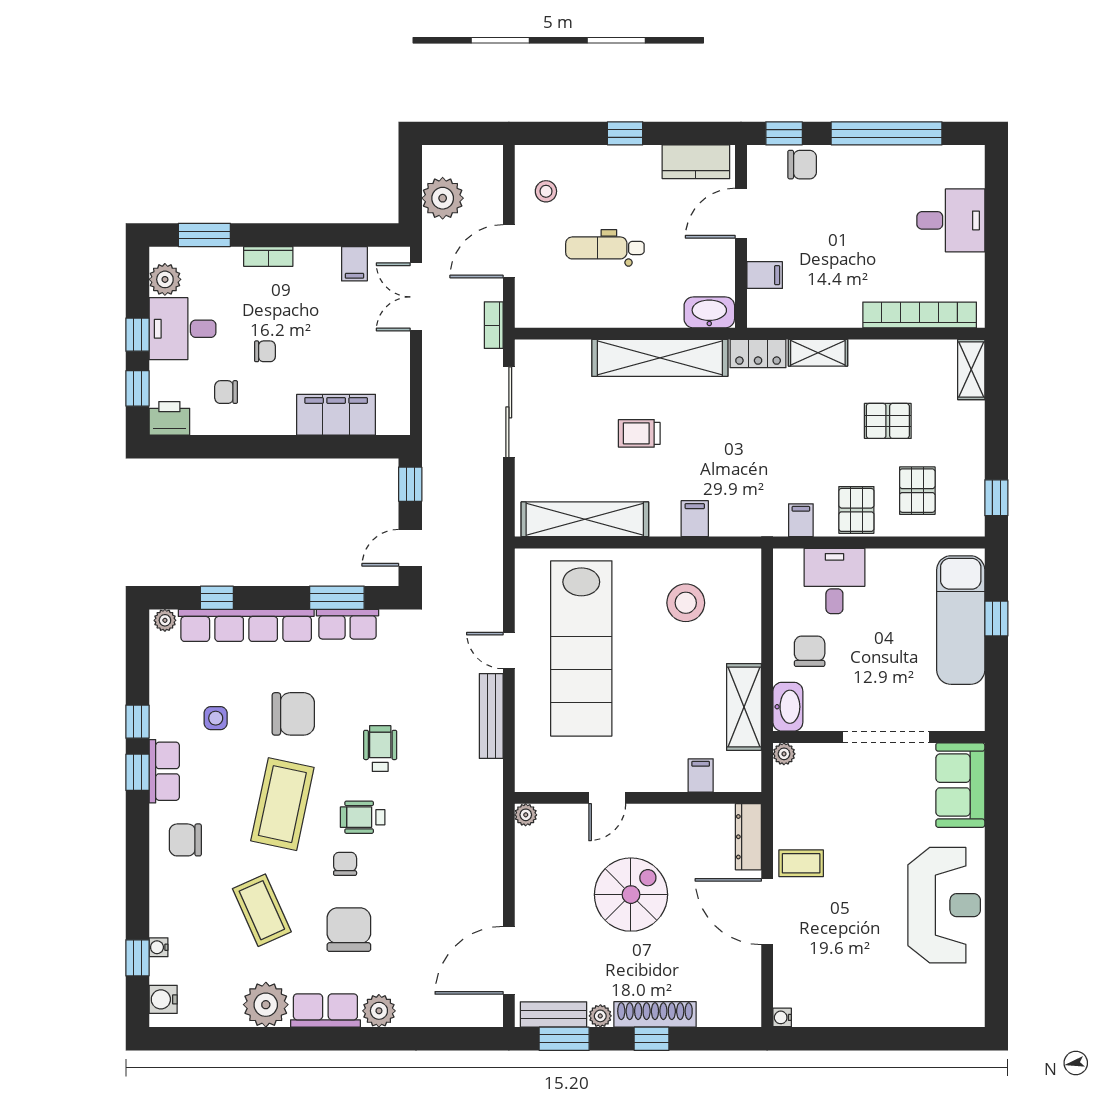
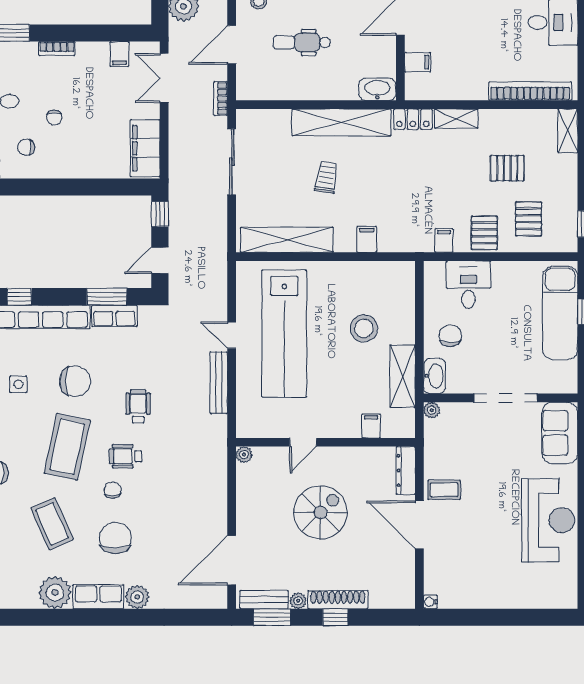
chair: (265, 351) -> (54, 118), turned 90
filing cabinet: (336, 415) -> (145, 148), moved, turned -90
trolley: (639, 433) -> (326, 177), turned 99
stool: (686, 603) -> (364, 328), moved

